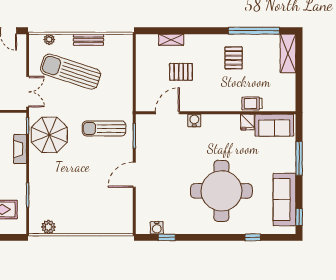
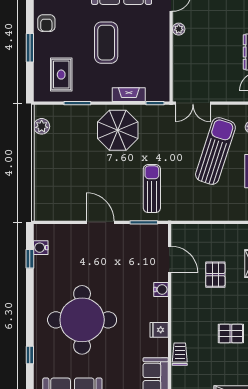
fridge: (247, 122) -> (159, 330), moved
parasol: (49, 135) -> (118, 130), moved

